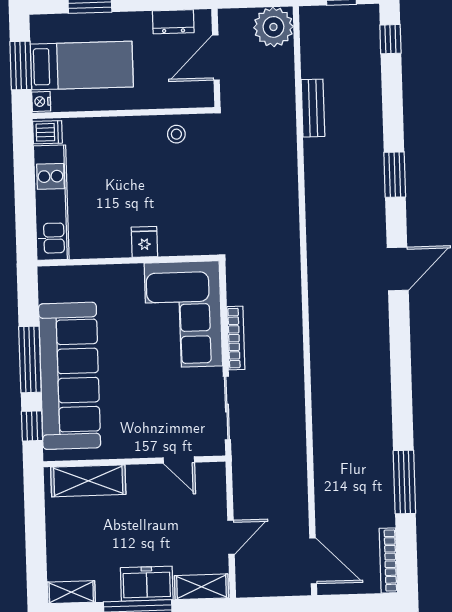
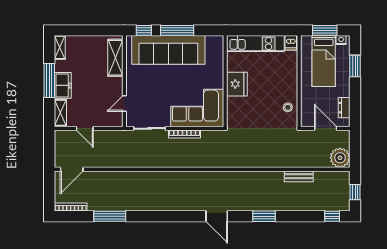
nightstand: (41, 101) -> (341, 40), moved
fridge: (144, 242) -> (237, 84), width x1.88, depth x1.34

